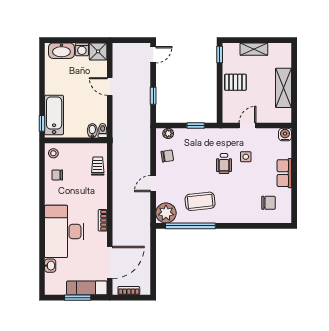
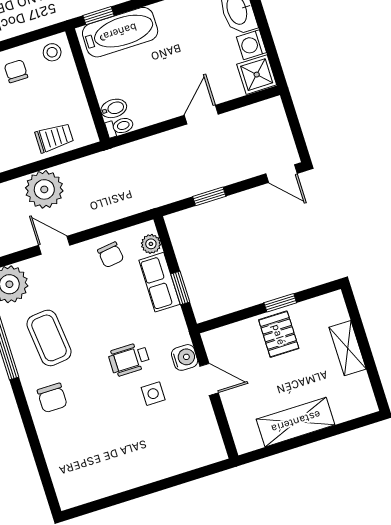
window: (220, 54) -> (280, 303), moved
water cooler: (285, 135) -> (185, 357), moved
row of seats: (284, 173) -> (159, 282), moved, turned -90
plant: (123, 180) -> (44, 189), added
chair: (268, 203) -> (52, 398), moved

